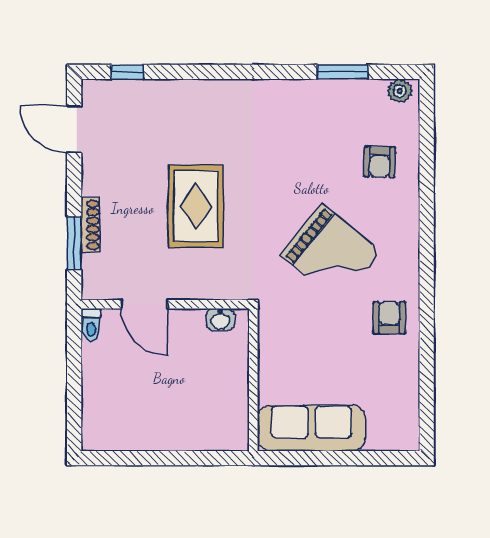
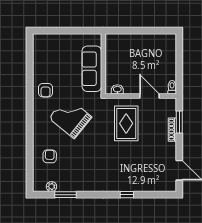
window: (127, 72) -> (127, 195), moved
plant: (400, 91) -> (51, 187), moved
rug: (196, 206) -> (126, 123), moved
sofa: (311, 428) -> (92, 69), moved, turned 90

